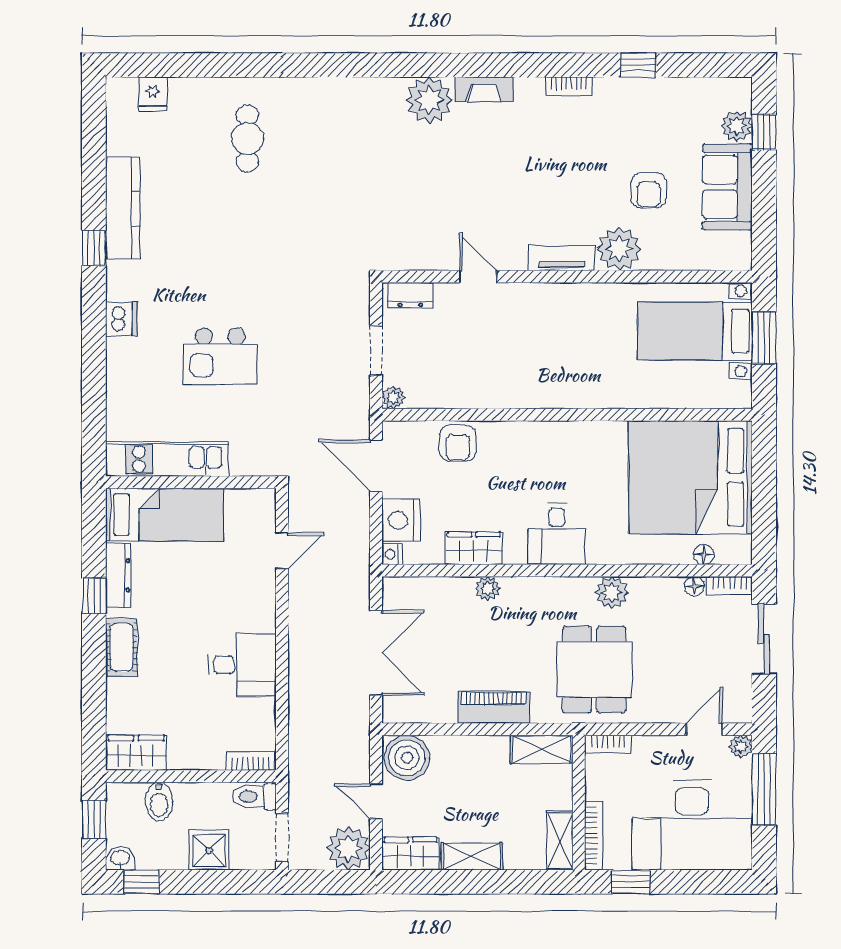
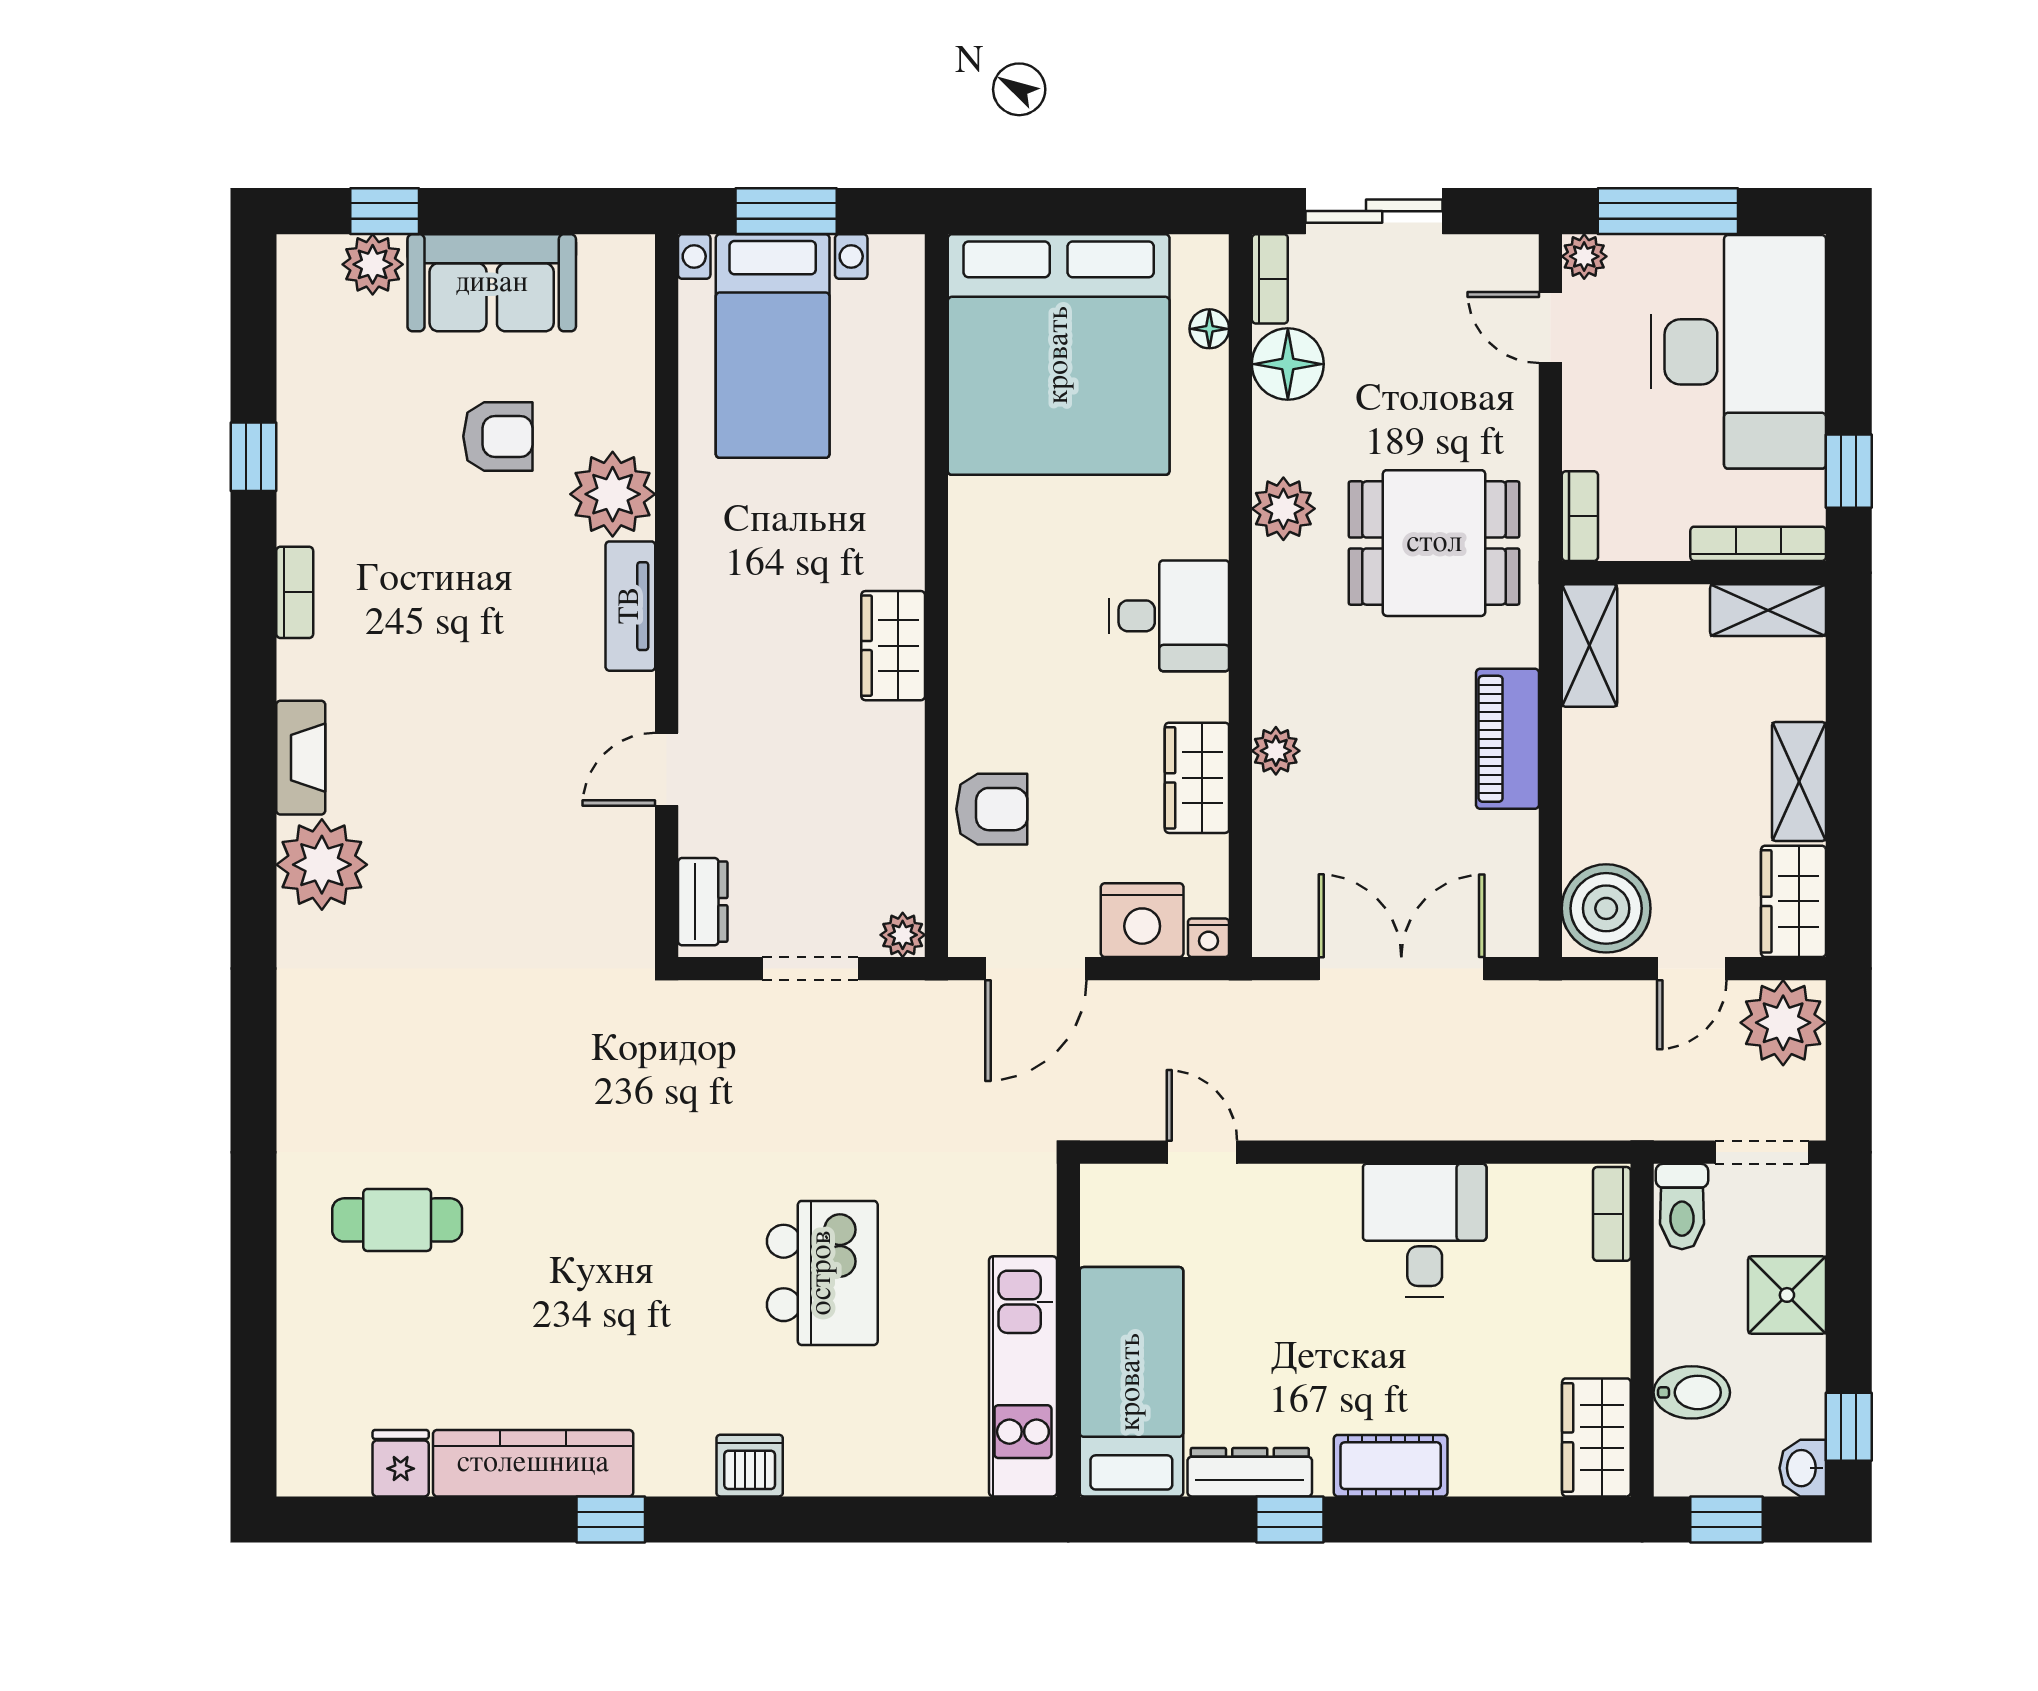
fridge: (153, 94) -> (401, 1463), moved, turned -90
wardrobe: (541, 393) -> (893, 646), added
floor lamp: (694, 586) -> (1288, 364), width x1.89, depth x1.89

